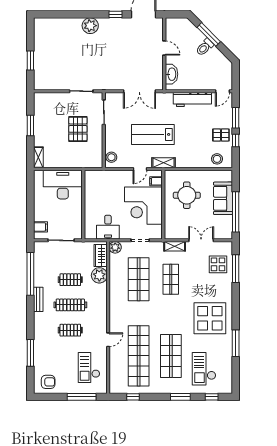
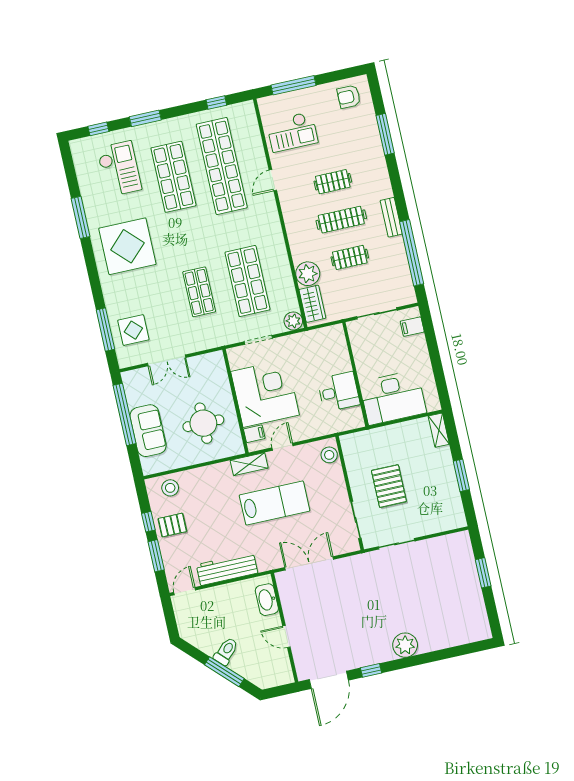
desk: (108, 227) -> (339, 392), moved, turned 90
shelving: (175, 246) -> (204, 343), removed
checkout: (89, 368) -> (292, 132), turned 90

